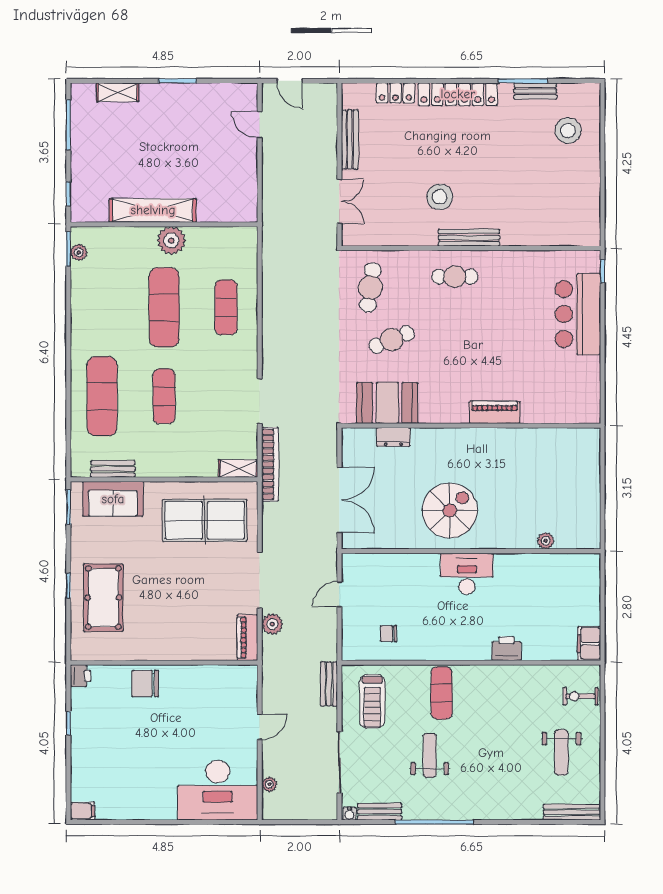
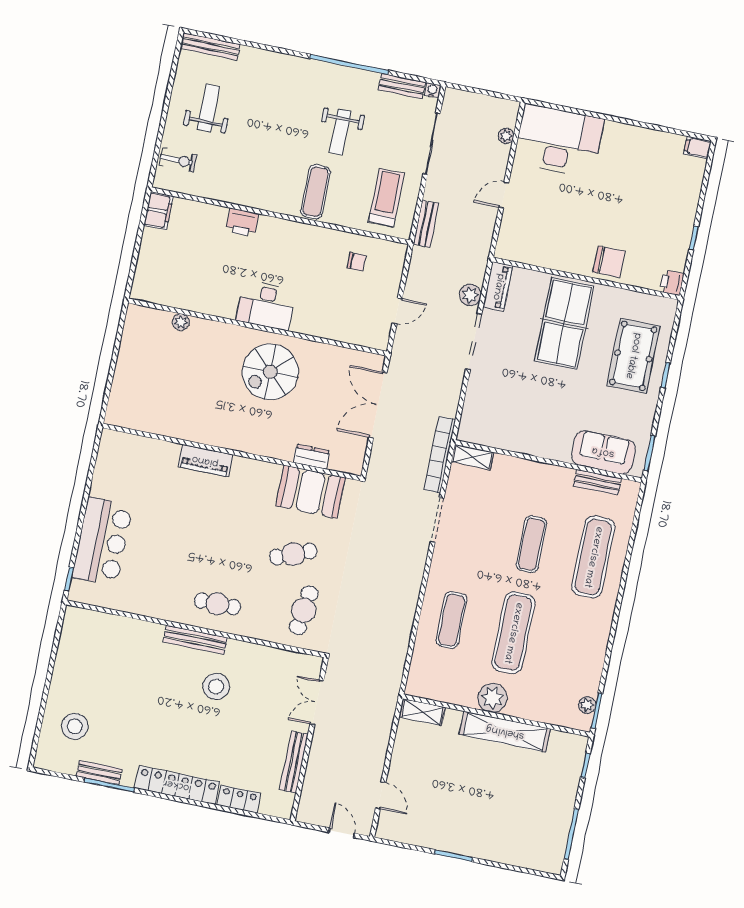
shelving: (118, 92) -> (422, 712), moved
table tennis table: (205, 520) -> (564, 323), moved, turned 90

